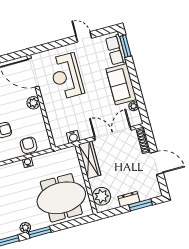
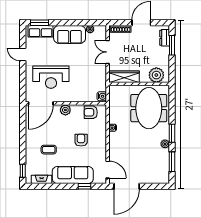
door: (84, 37) -> (23, 54), hinge flipped
double door: (113, 133) -> (108, 52), width x0.73
water cooler: (73, 137) -> (102, 96), moved
armchair: (29, 145) -> (91, 112), moved
dresser: (129, 199) -> (165, 38), moved

